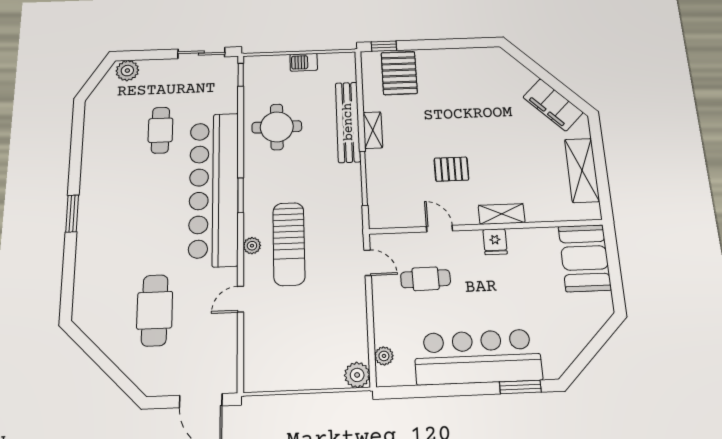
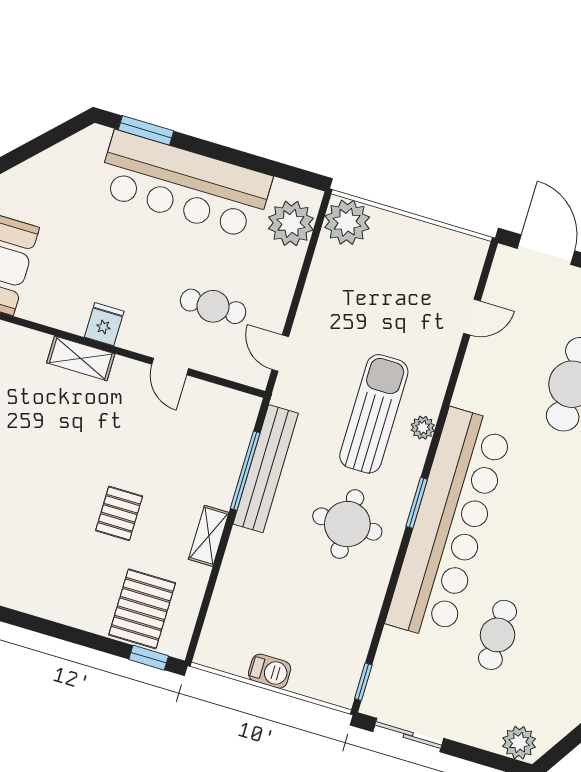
bench: (348, 122) -> (266, 469), moved
round table: (277, 127) -> (347, 524), moved
pallet: (451, 169) -> (119, 513), moved, turned 90
door: (241, 299) -> (472, 317), moved
plant: (384, 356) -> (291, 223), width x1.88, depth x1.88
plant: (357, 375) -> (347, 222), width x1.36, depth x1.36

